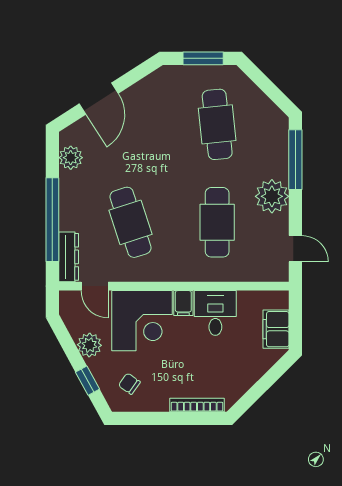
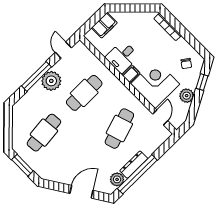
window: (295, 160) -> (37, 76), moved
window: (52, 220) -> (137, 174), moved
dresser: (69, 257) -> (134, 165), moved

